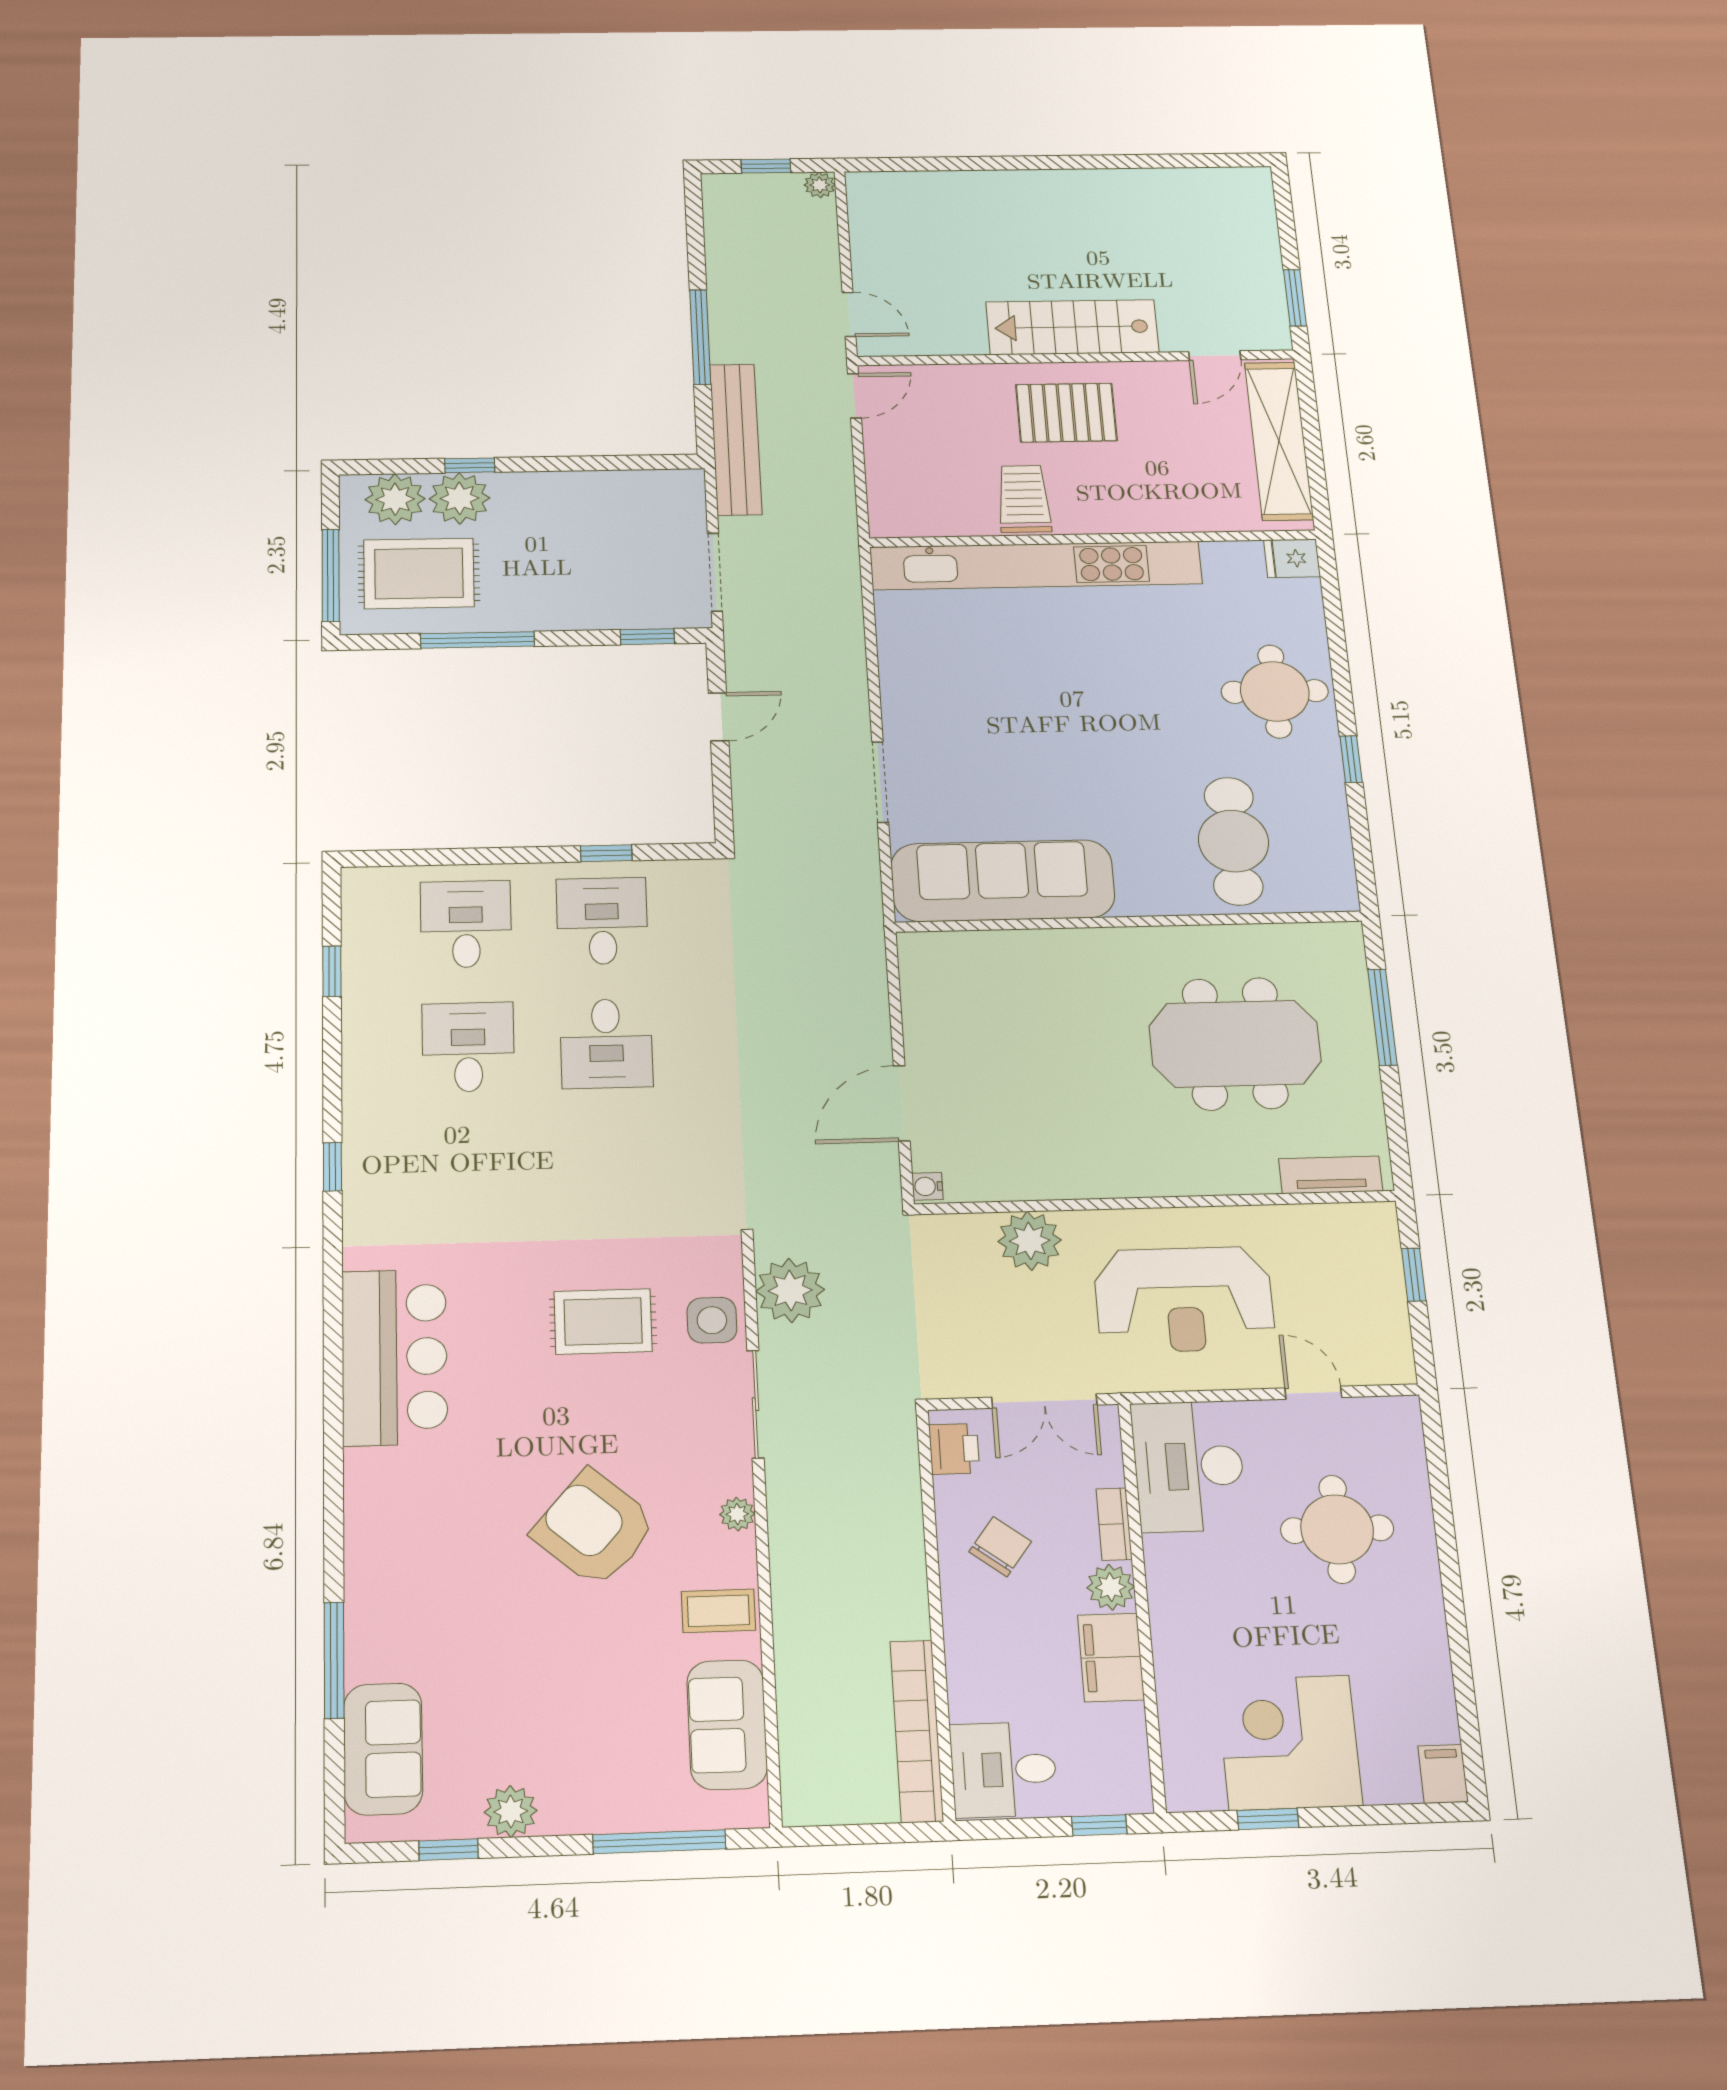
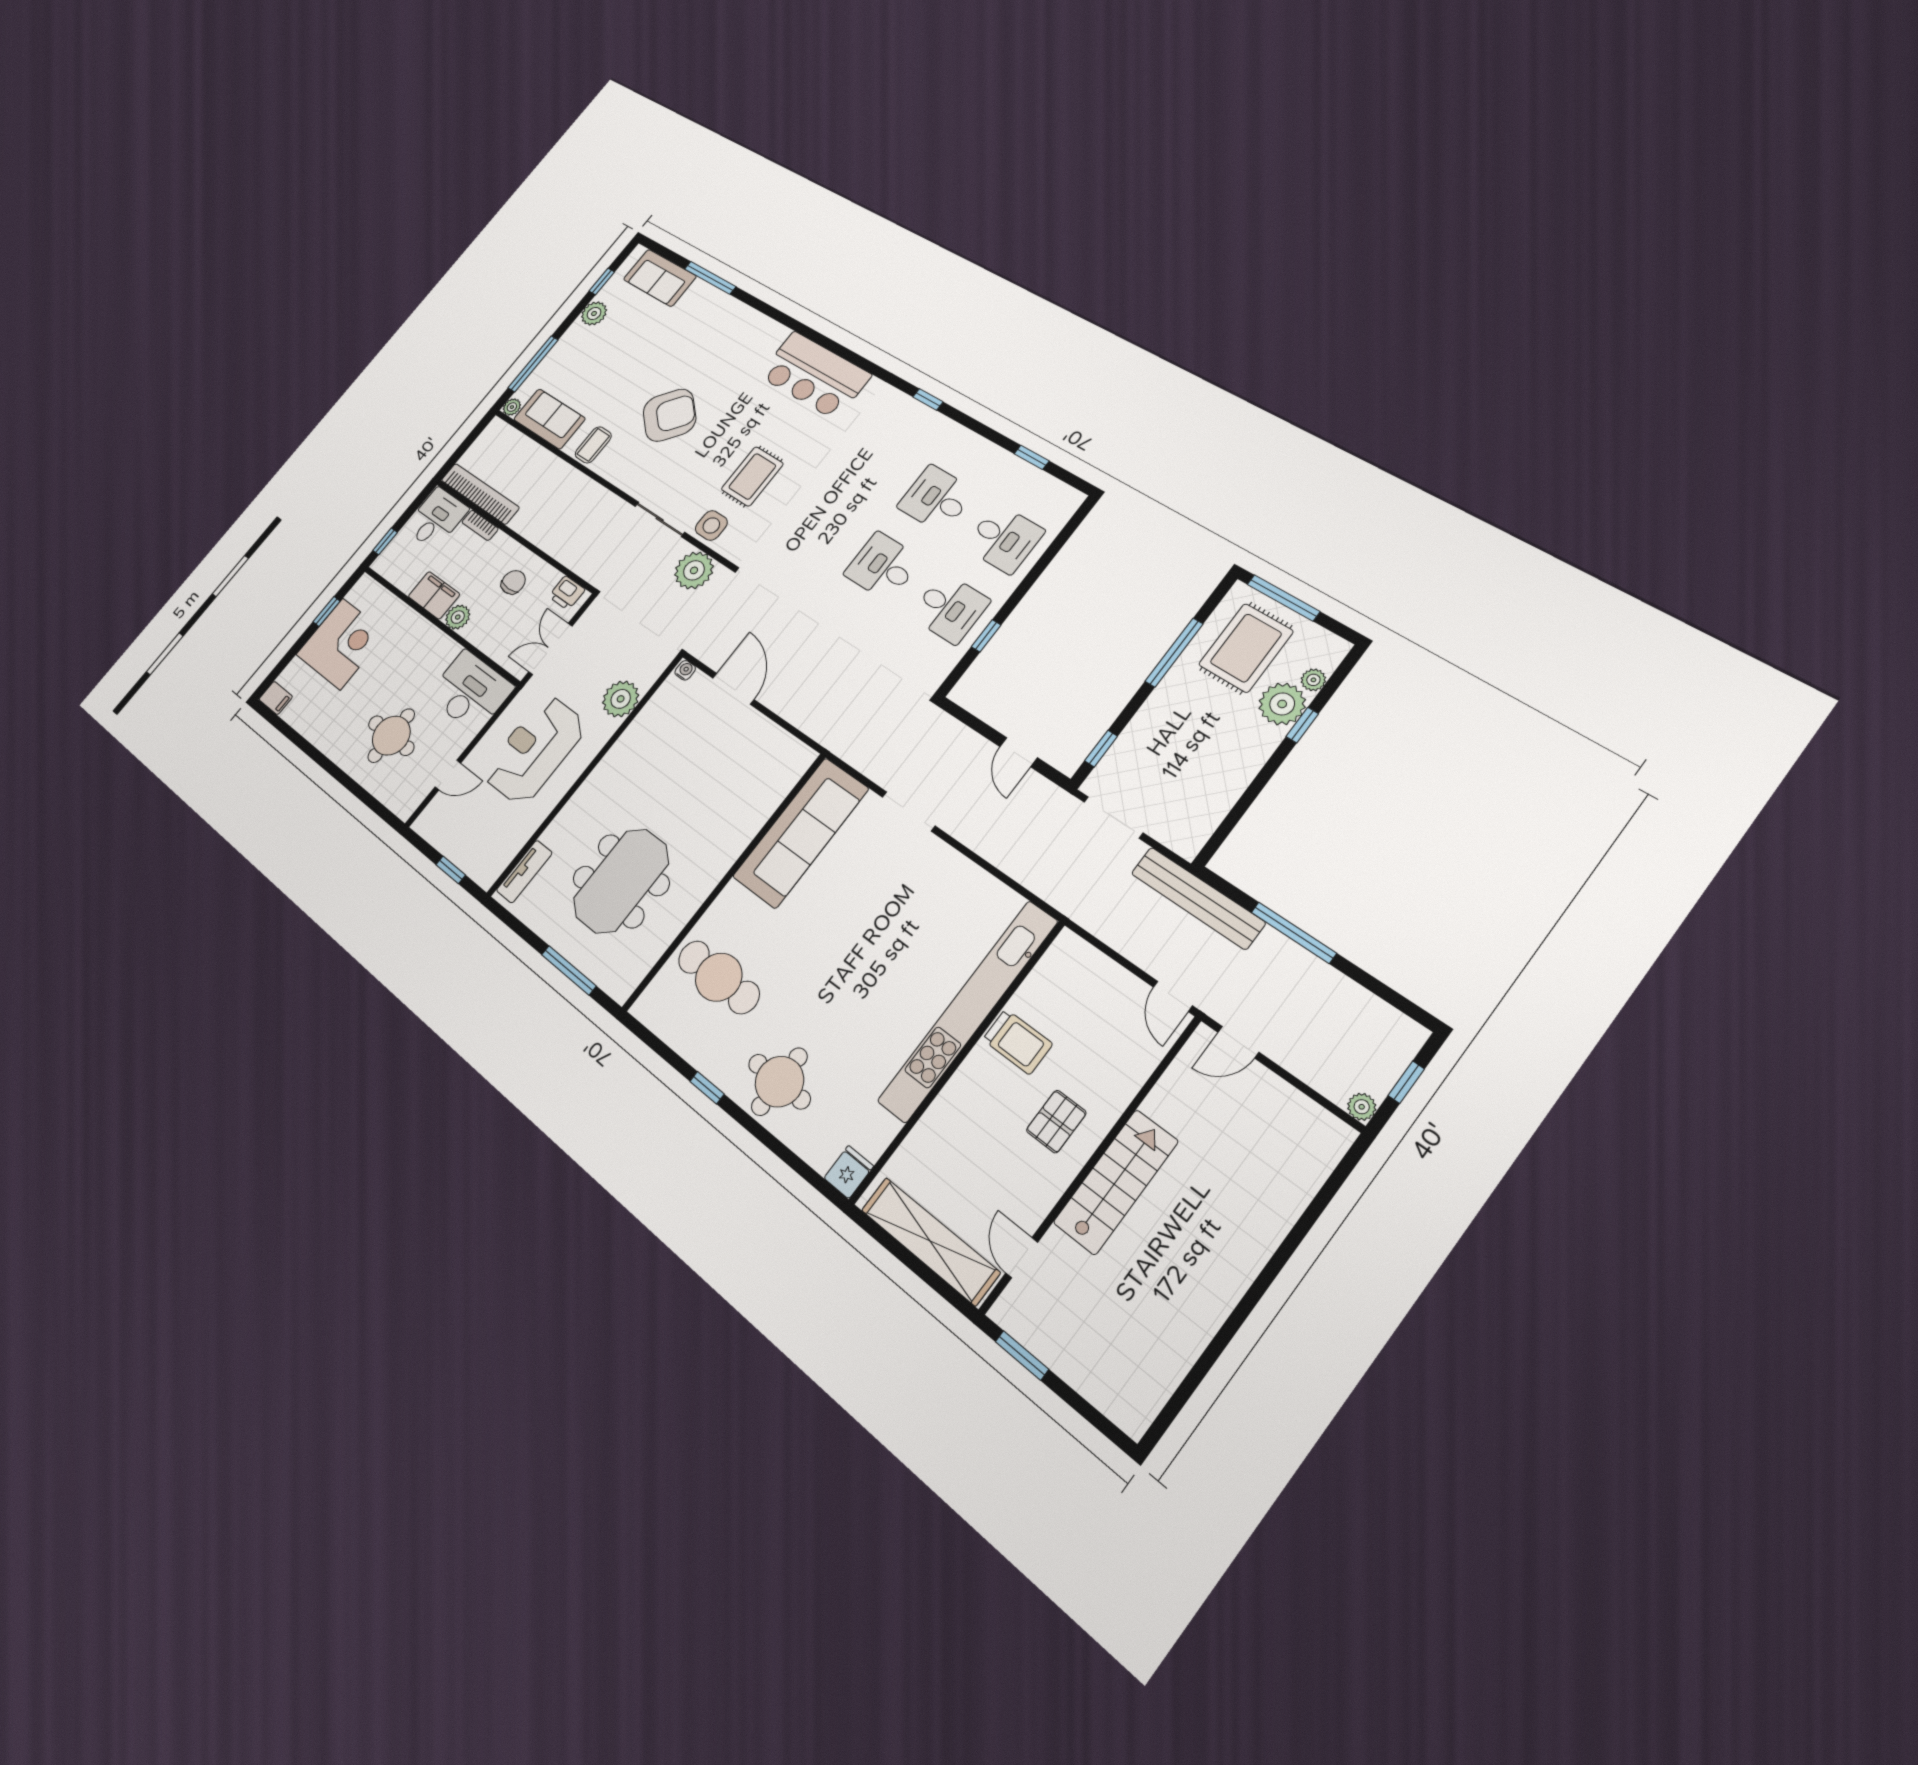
pallet: (1066, 413) -> (1056, 1122), width x0.67, depth x0.71
plant: (395, 499) -> (1313, 680), width x0.53, depth x0.53
desk: (468, 1047) -> (936, 499), turned 180
plant: (737, 1514) -> (512, 407), moved
bookcase: (1114, 1524) -> (480, 525), moved, turned 180
chair: (1000, 1547) -> (513, 582), turned -127

